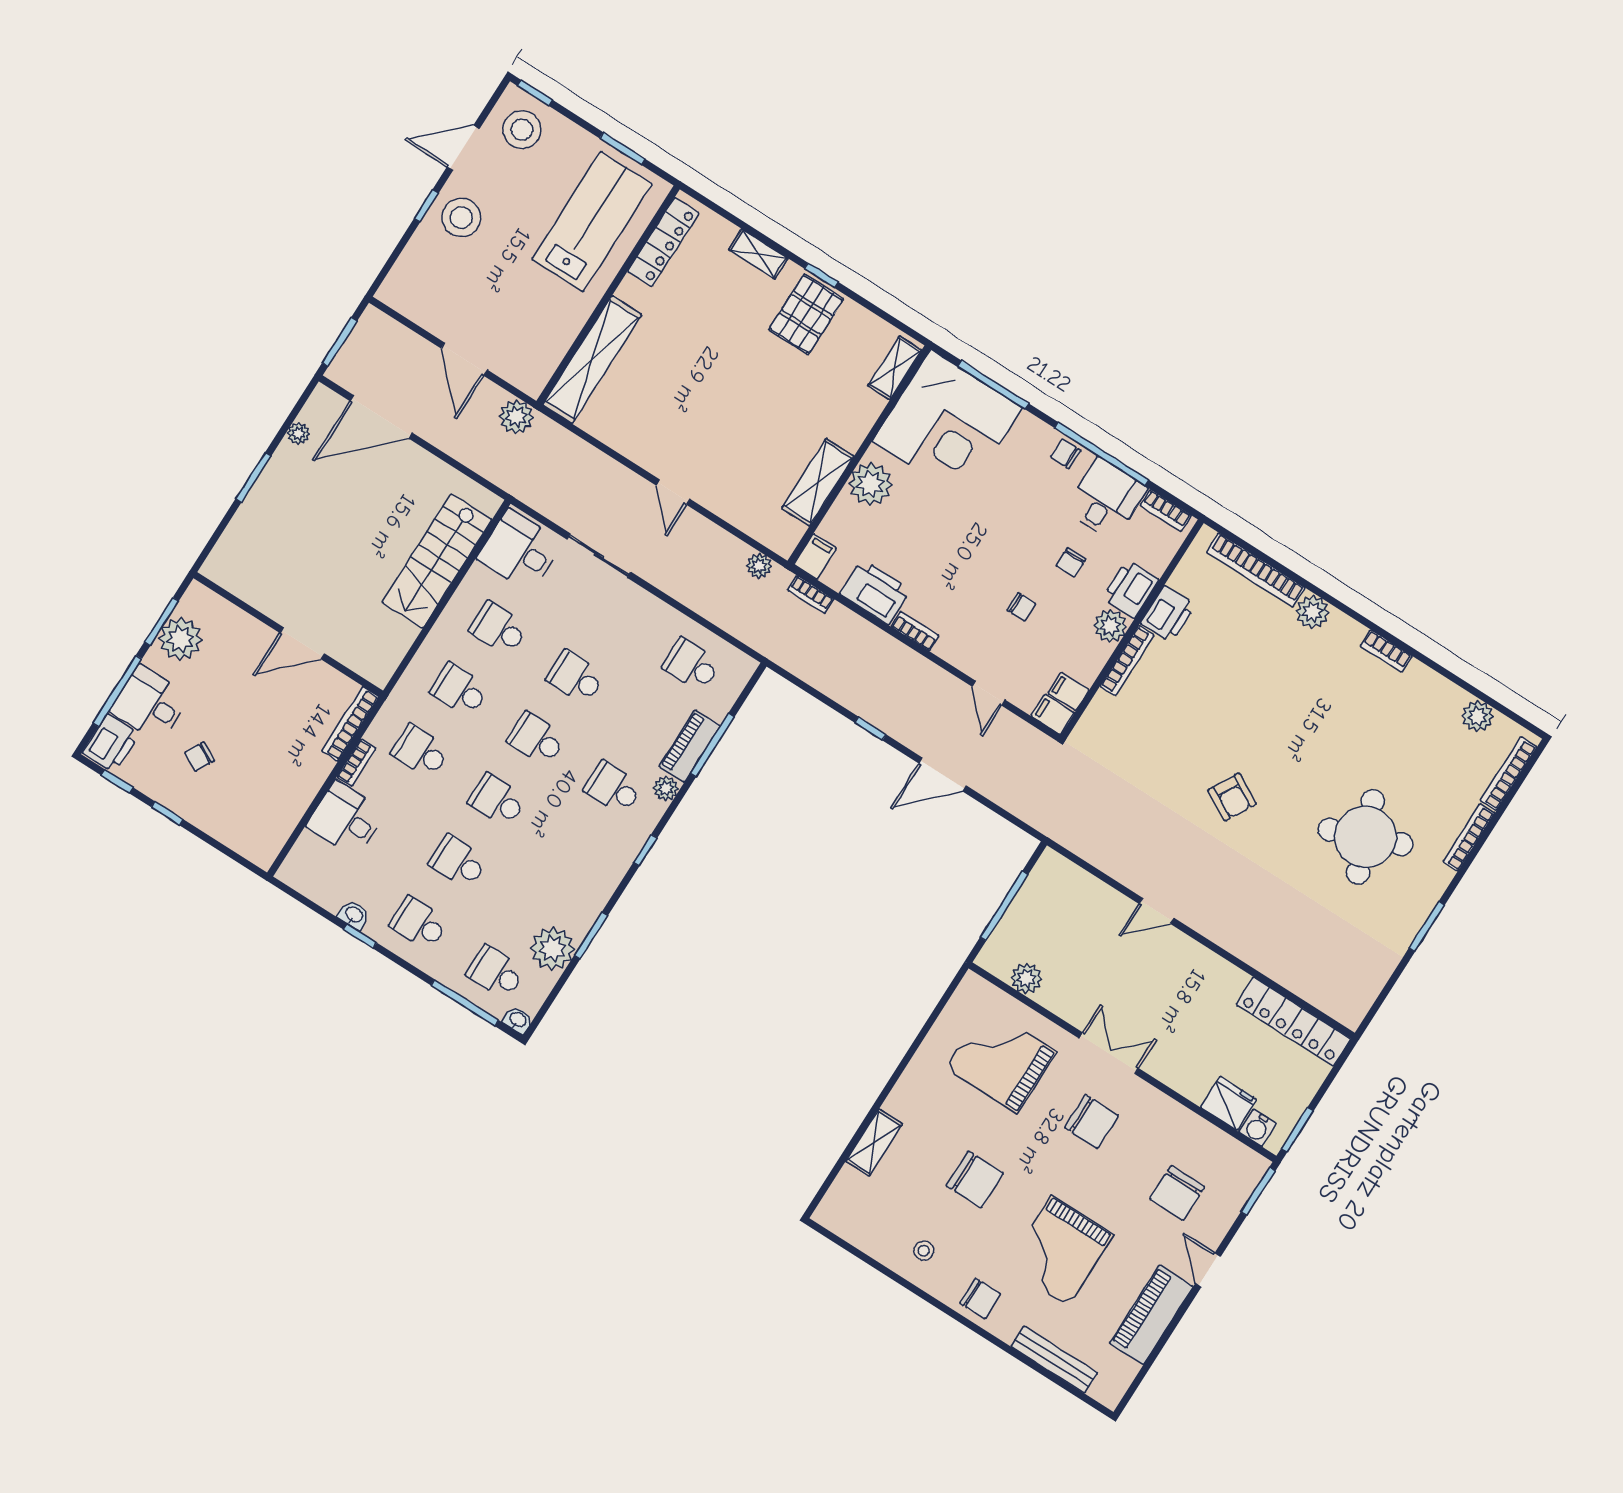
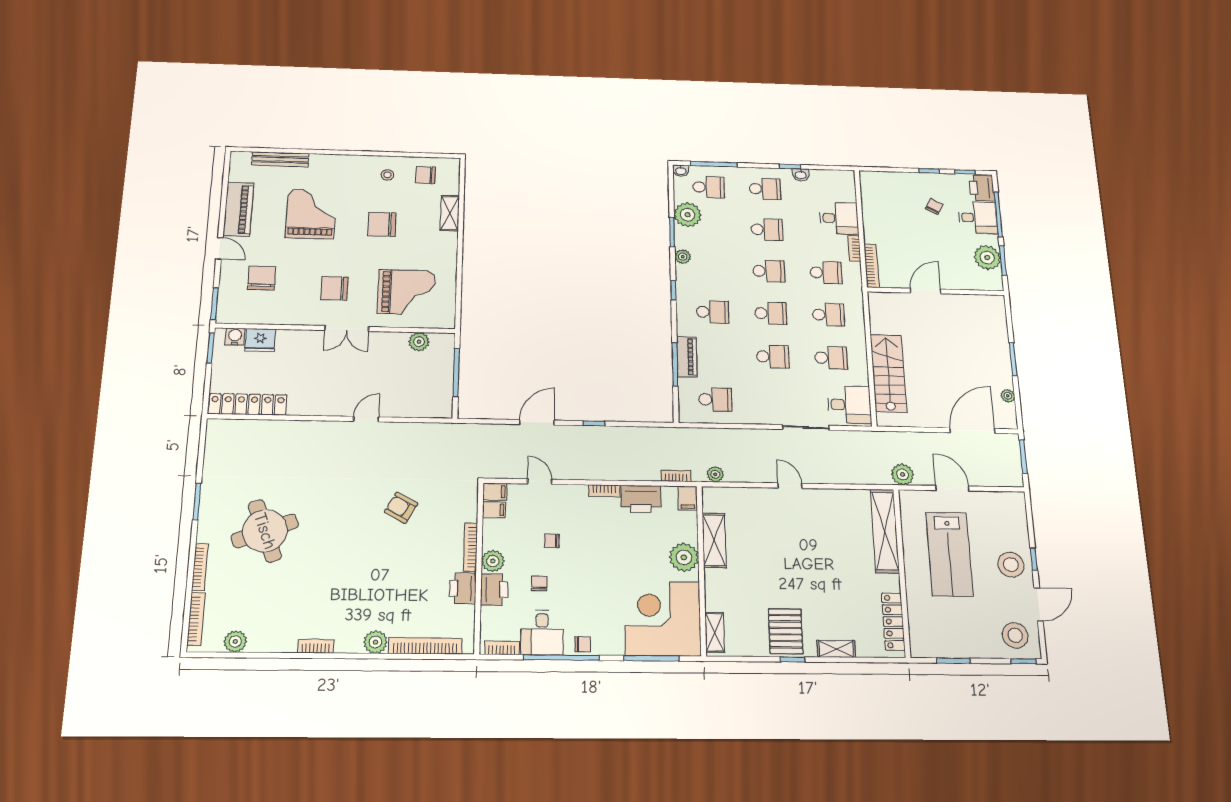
lab bench: (592, 221) -> (949, 554), moved
plant: (666, 788) -> (683, 257), moved
armchair: (1232, 797) -> (401, 508), moved
chair: (980, 1299) -> (426, 175), moved

